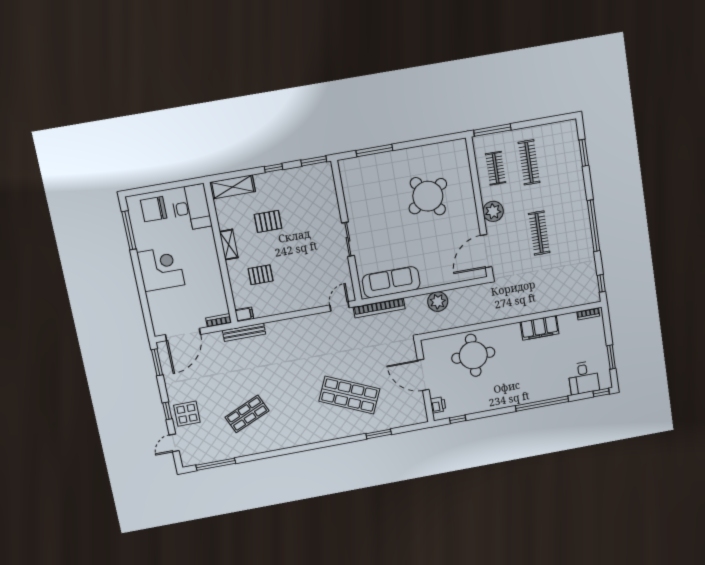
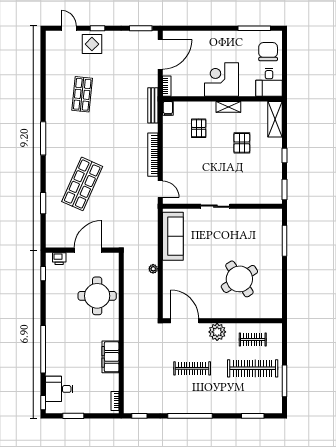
window: (492, 130) -> (285, 381), moved
clothes rail: (529, 162) -> (253, 368), width x1.37, depth x1.31
desk: (191, 207) -> (269, 82), width x0.73
corner desk: (161, 269) -> (222, 80), moved, turned 180
plant: (438, 302) -> (153, 269), width x0.53, depth x0.53
bookcase: (379, 308) -> (153, 155), moved
door: (183, 335) -> (160, 54), swing flipped
shop shelf: (247, 414) -> (82, 94), turned 30
window: (216, 464) -> (43, 138), moved

